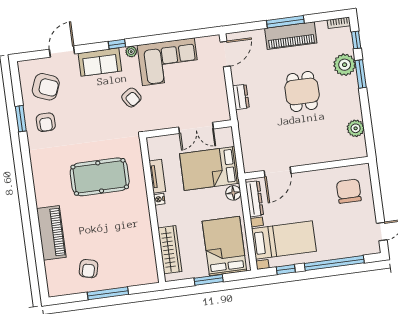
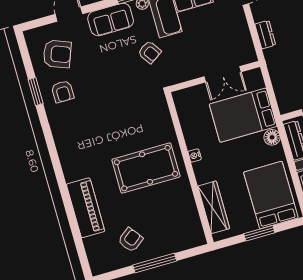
tv unit: (157, 176) -> (189, 131), removed
pool table: (100, 177) -> (146, 168), moved
armchair: (89, 269) -> (131, 240), turned -141

